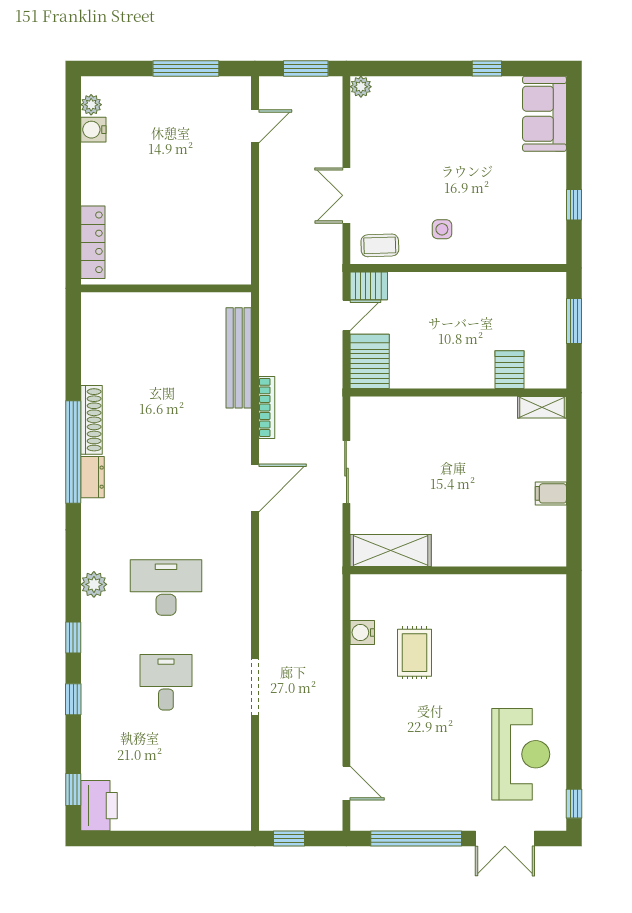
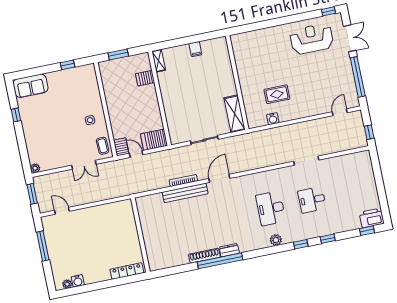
bench: (239, 358) -> (185, 193), moved
door: (255, 488) -> (219, 178), hinge flipped

